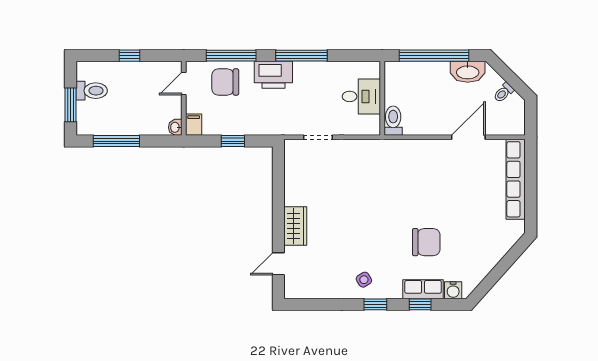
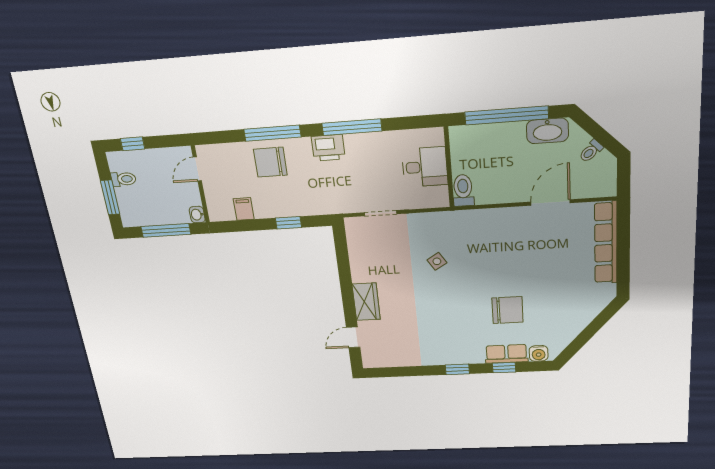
window: (130, 56) -> (133, 144), moved
printer: (273, 75) -> (328, 148), width x0.73, depth x0.84
door: (184, 83) -> (197, 169), moved
toilet: (92, 91) -> (124, 179), width x0.73, depth x0.72
wall: (184, 98) -> (200, 184), moved
washbasin: (175, 127) -> (197, 215), moved
side table: (364, 280) -> (437, 261), moved

